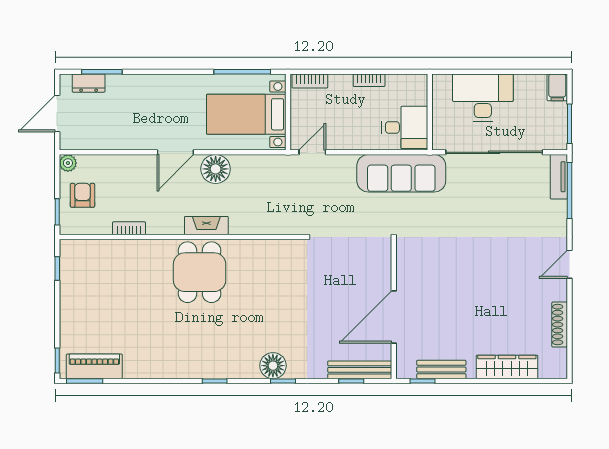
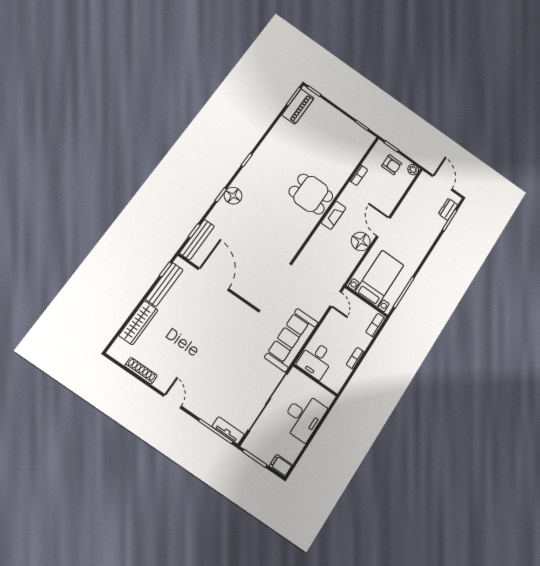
bench: (441, 369) -> (164, 285), width x1.36

